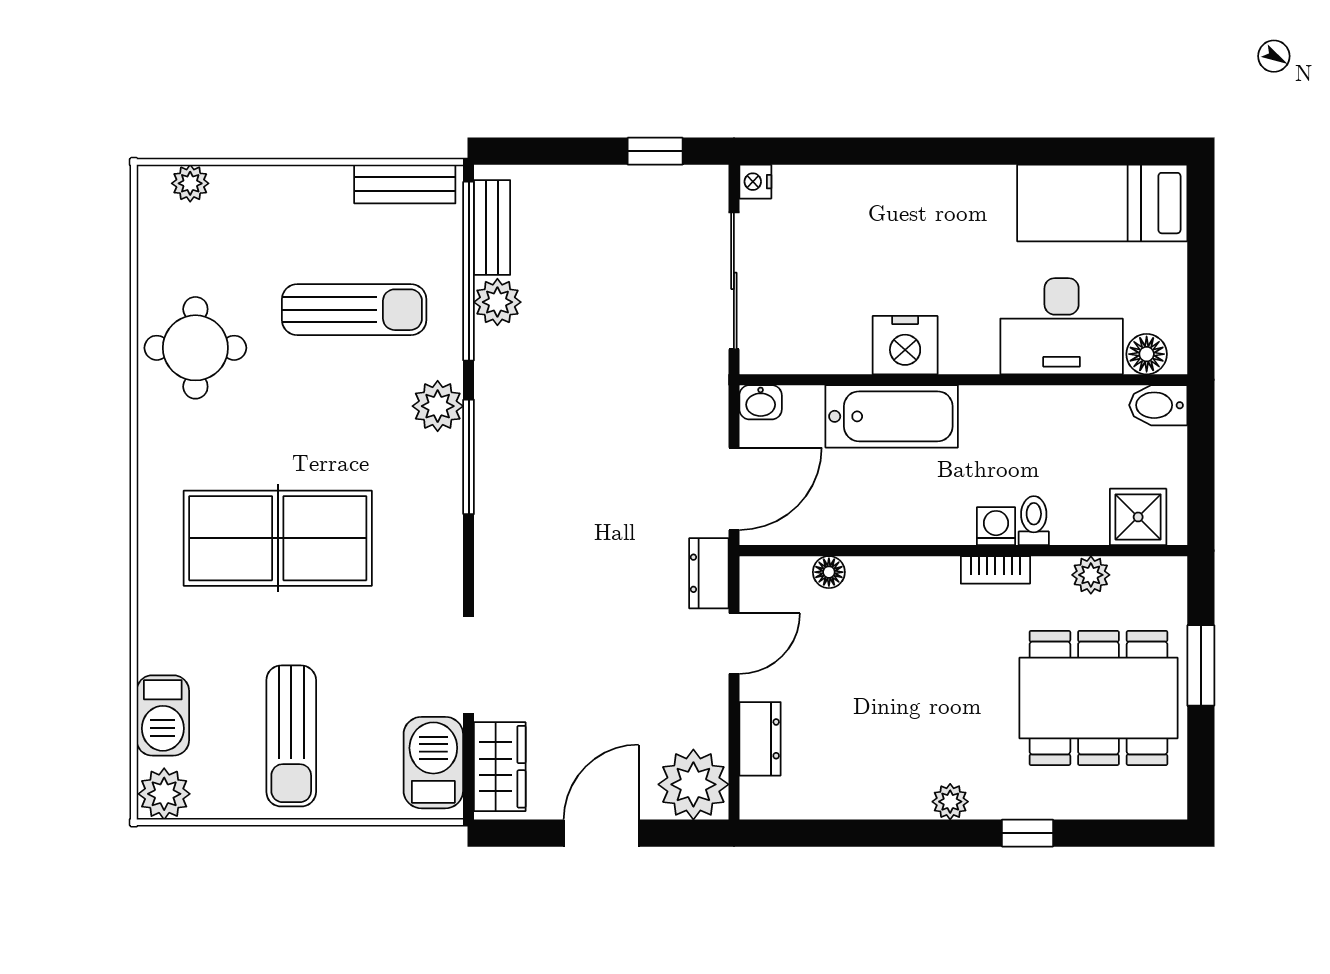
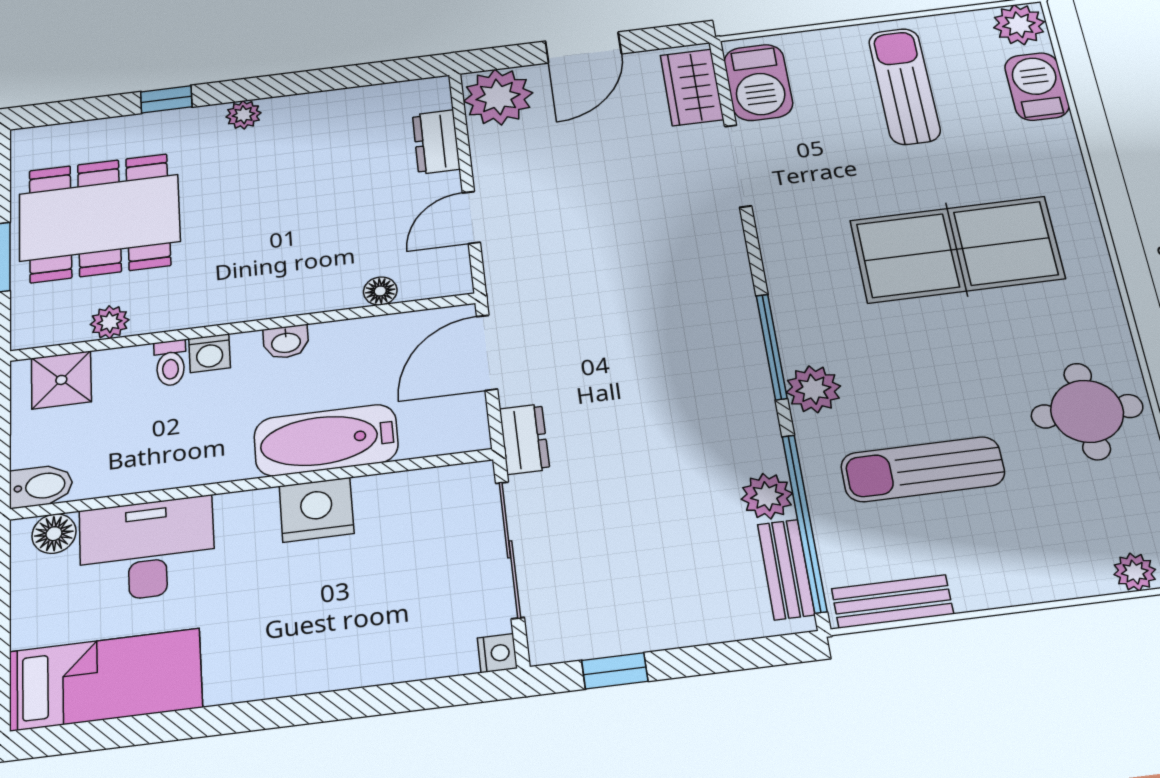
washbasin: (761, 402) -> (286, 342), moved, turned 180
bookcase: (995, 570) -> (208, 314), removed
dresser: (709, 573) -> (524, 439), moved

